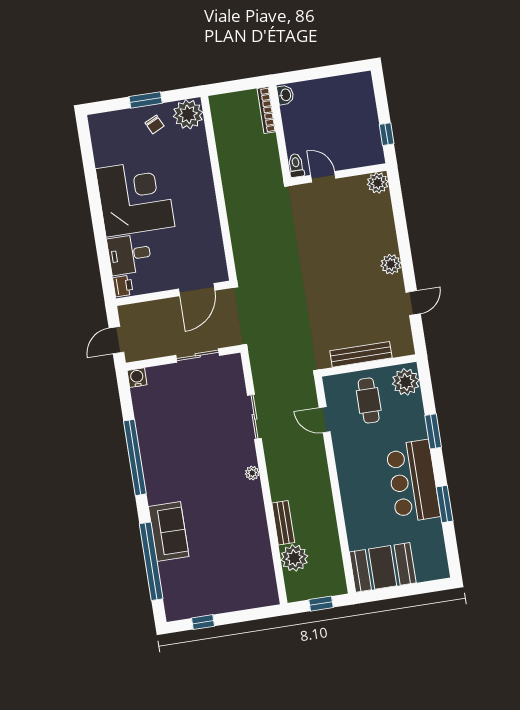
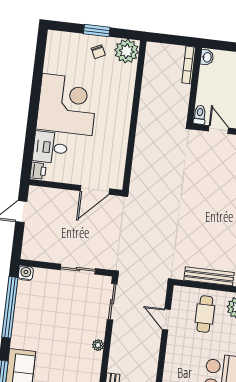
sliding door: (198, 355) -> (78, 269), moved
wall: (183, 358) -> (66, 268), moved
water cooler: (137, 378) -> (26, 273), moved

